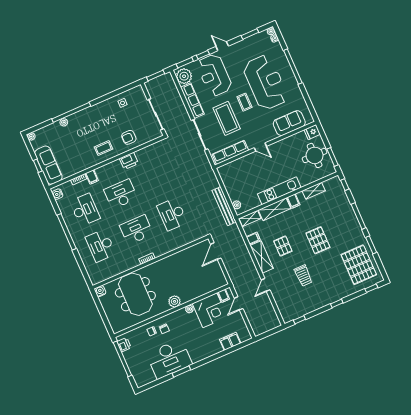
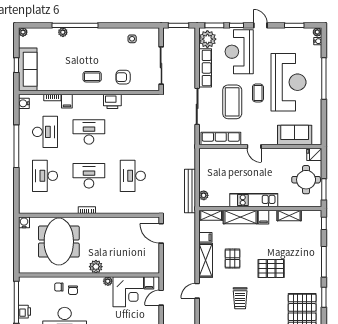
pallet: (318, 240) -> (271, 269), turned 90
door: (216, 251) -> (161, 233), hinge flipped
printer: (124, 345) -> (24, 312), moved

